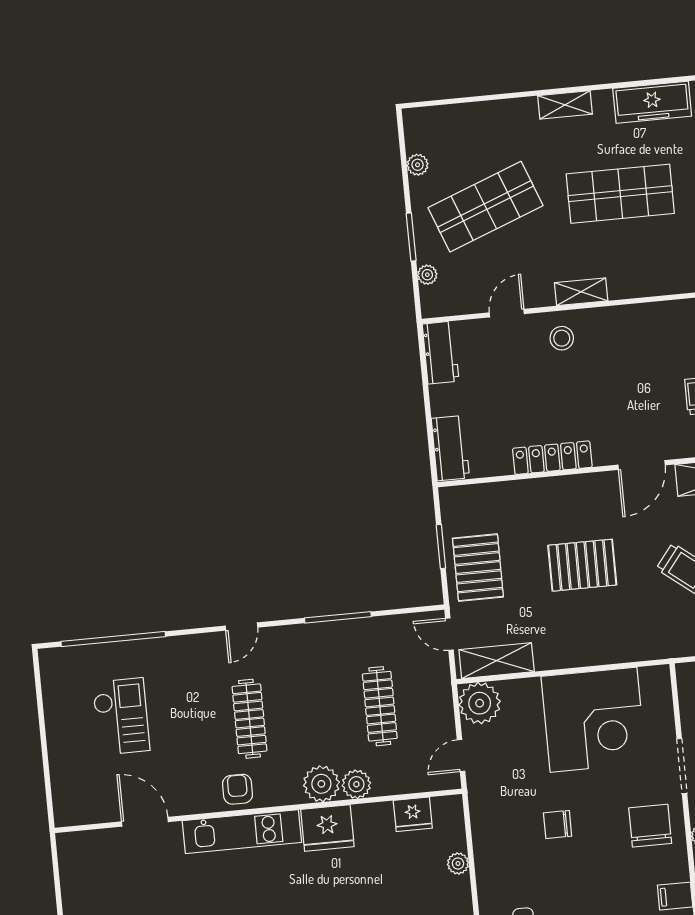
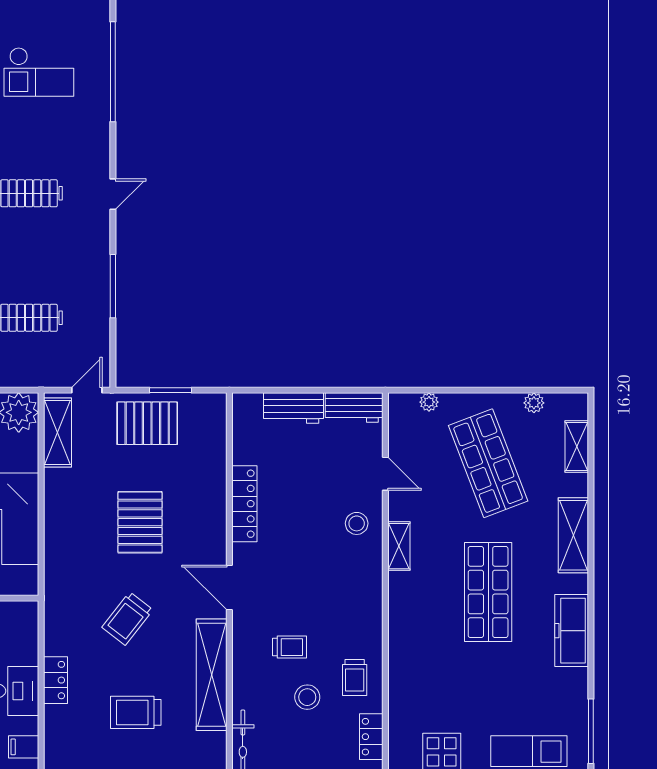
shelving: (565, 105) -> (573, 535), width x1.50, depth x1.33
shelving: (459, 115) -> (577, 446), added
window: (411, 237) -> (466, 390), removed
workbench: (450, 448) -> (293, 408), moved
door: (242, 627) -> (113, 194), swing flipped

